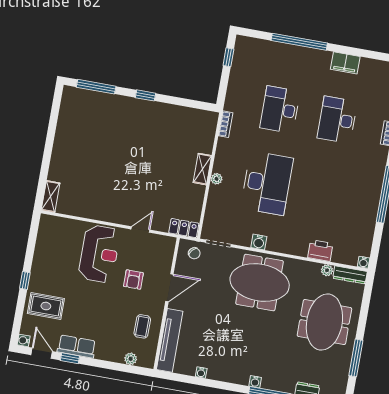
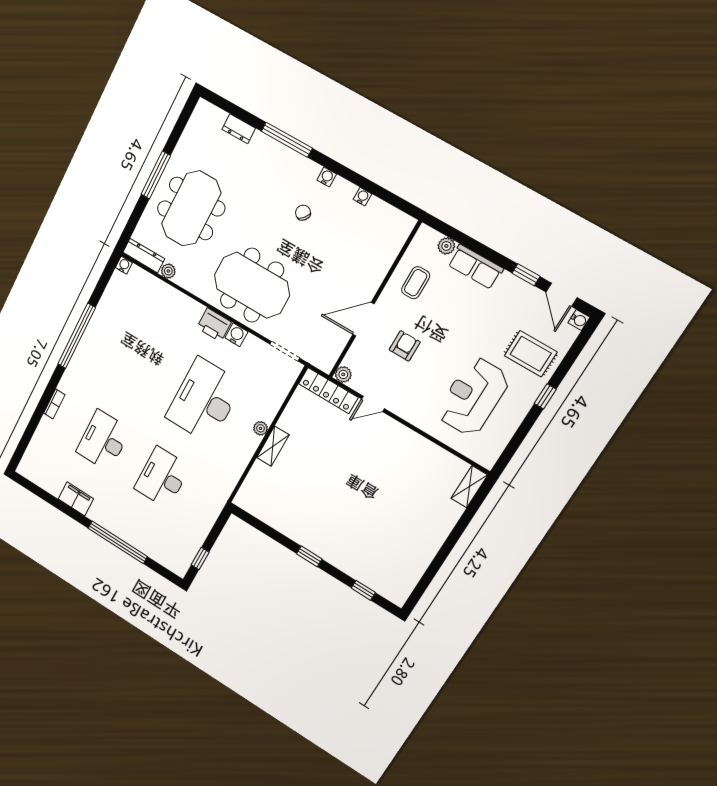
window: (96, 87) -> (363, 590), width x0.46
desk: (280, 110) -> (162, 478), turned 180
desk: (337, 120) -> (103, 441), turned 180
bookcase: (226, 124) -> (229, 486), removed
locker: (184, 228) -> (328, 391), width x1.53
plant: (169, 243) -> (343, 374), added
printer: (320, 251) -> (214, 325), moved
chair: (194, 253) -> (303, 213), moved
reception desk: (99, 254) -> (473, 397), moved
tv unit: (170, 340) -> (387, 252), removed
row of seats: (77, 347) -> (475, 267), moved
window: (356, 358) -> (156, 175), moved
water cooler: (255, 382) -> (327, 177), moved

